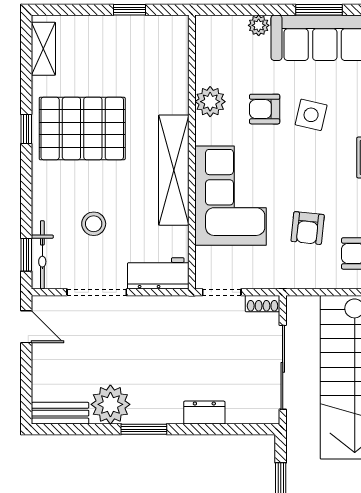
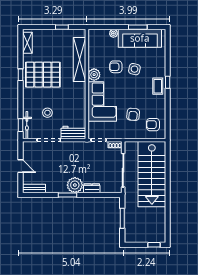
plant: (210, 102) -> (94, 75), moved
shelving: (174, 170) -> (79, 59), moved
door: (26, 327) -> (20, 166), moved
plant: (110, 404) -> (75, 185), moved

